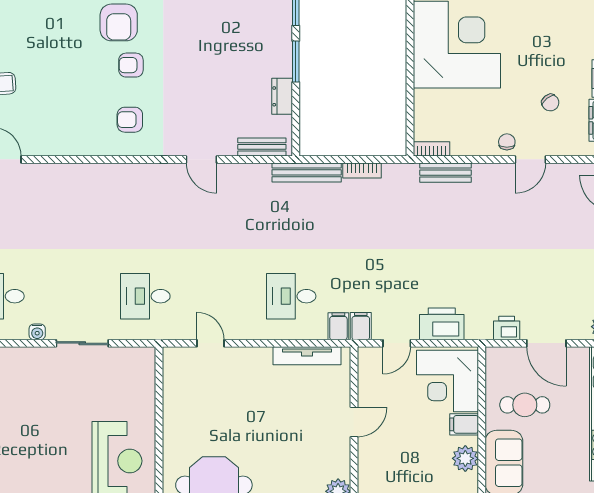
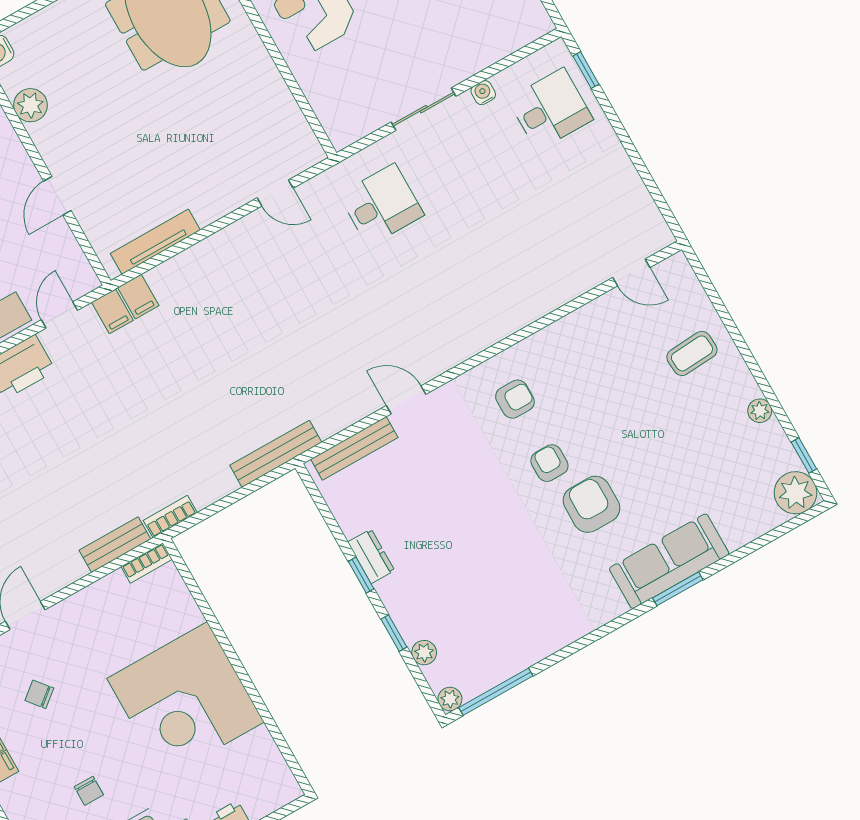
window: (296, 61) -> (361, 575), width x0.67
armchair: (131, 65) -> (549, 463), turned -90
dresser: (282, 96) -> (371, 556), moved
chair: (507, 142) -> (89, 791), moved
bench: (262, 147) -> (354, 448), width x1.36
bookcase: (362, 170) -> (170, 517), moved
desk: (291, 296) -> (213, 300), removed

